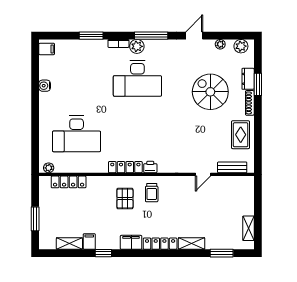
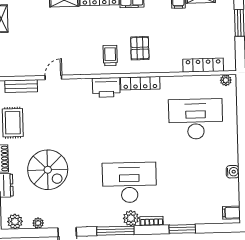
printer: (150, 167) -> (106, 87), width x1.87, depth x1.48

